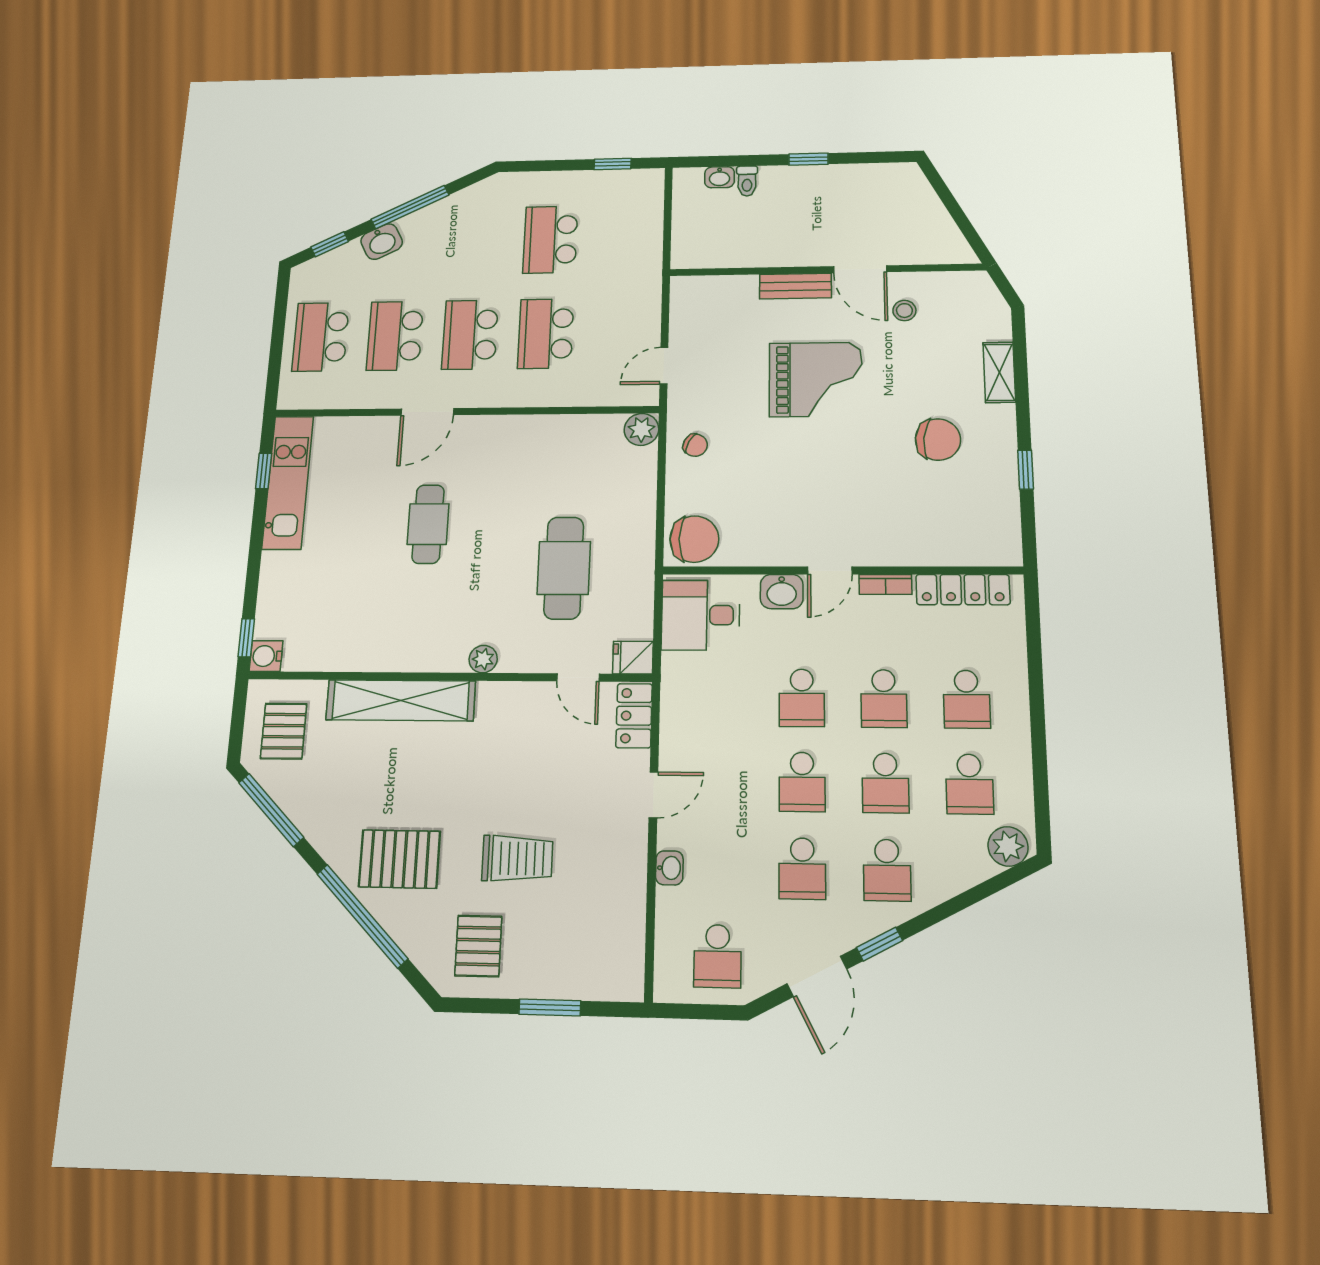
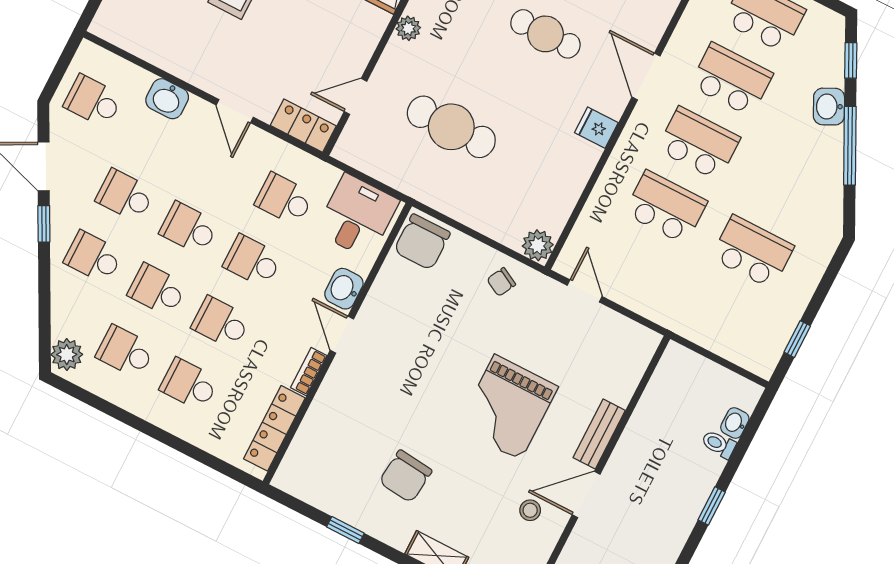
fridge: (633, 658) -> (596, 128), moved, turned -90
school desk: (721, 697) -> (284, 199), added
washbasin: (669, 868) -> (167, 99), width x1.38, depth x1.45

